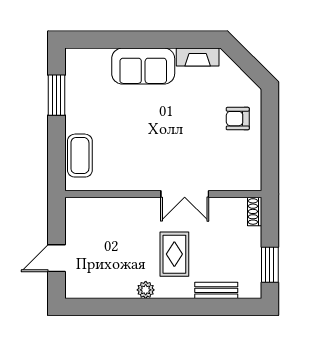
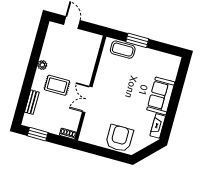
window: (56, 95) -> (137, 40), moved
armchair: (238, 119) -> (119, 138), width x1.88, depth x1.88

